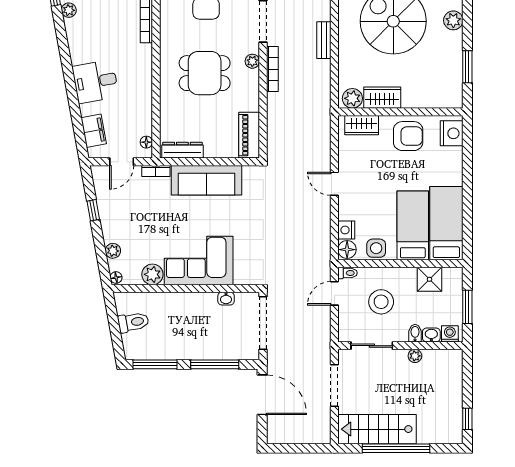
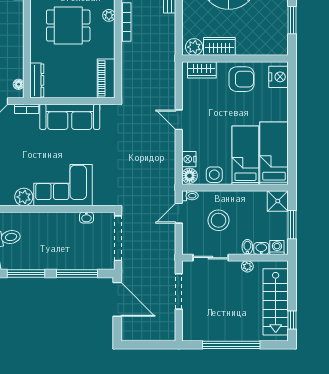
dresser: (182, 150) -> (37, 80), moved, turned 90
shower: (429, 279) -> (278, 201), moved
stairs: (377, 429) -> (276, 302), moved, turned -90

